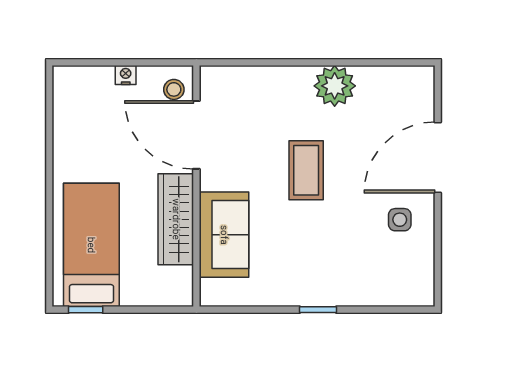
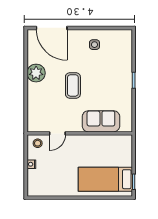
door: (196, 135) -> (57, 133), width x0.53
door: (438, 157) -> (52, 28), moved
coffee table: (306, 170) -> (73, 85), turned 90
wardrobe: (176, 219) -> (94, 142), removed

